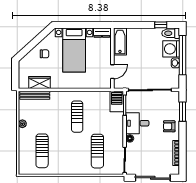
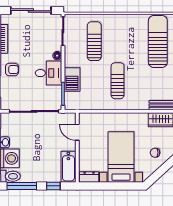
window: (133, 25) -> (53, 186), added
window: (161, 25) -> (22, 186), width x2.17
door: (112, 72) -> (77, 132), hinge flipped
barbecue: (117, 101) -> (72, 79), moved
sun lounger: (42, 151) -> (158, 41), width x1.36, depth x1.34

